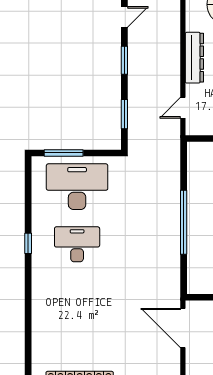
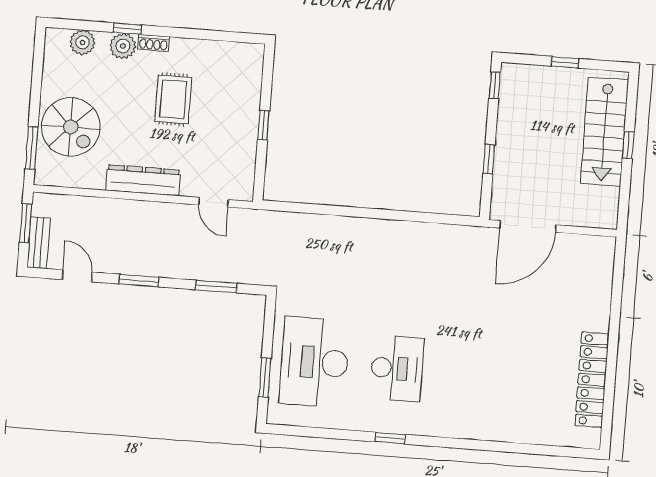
window: (64, 153) -> (265, 378), width x0.69
window: (184, 222) -> (377, 214), removed
desk: (77, 244) -> (397, 368), turned 180

